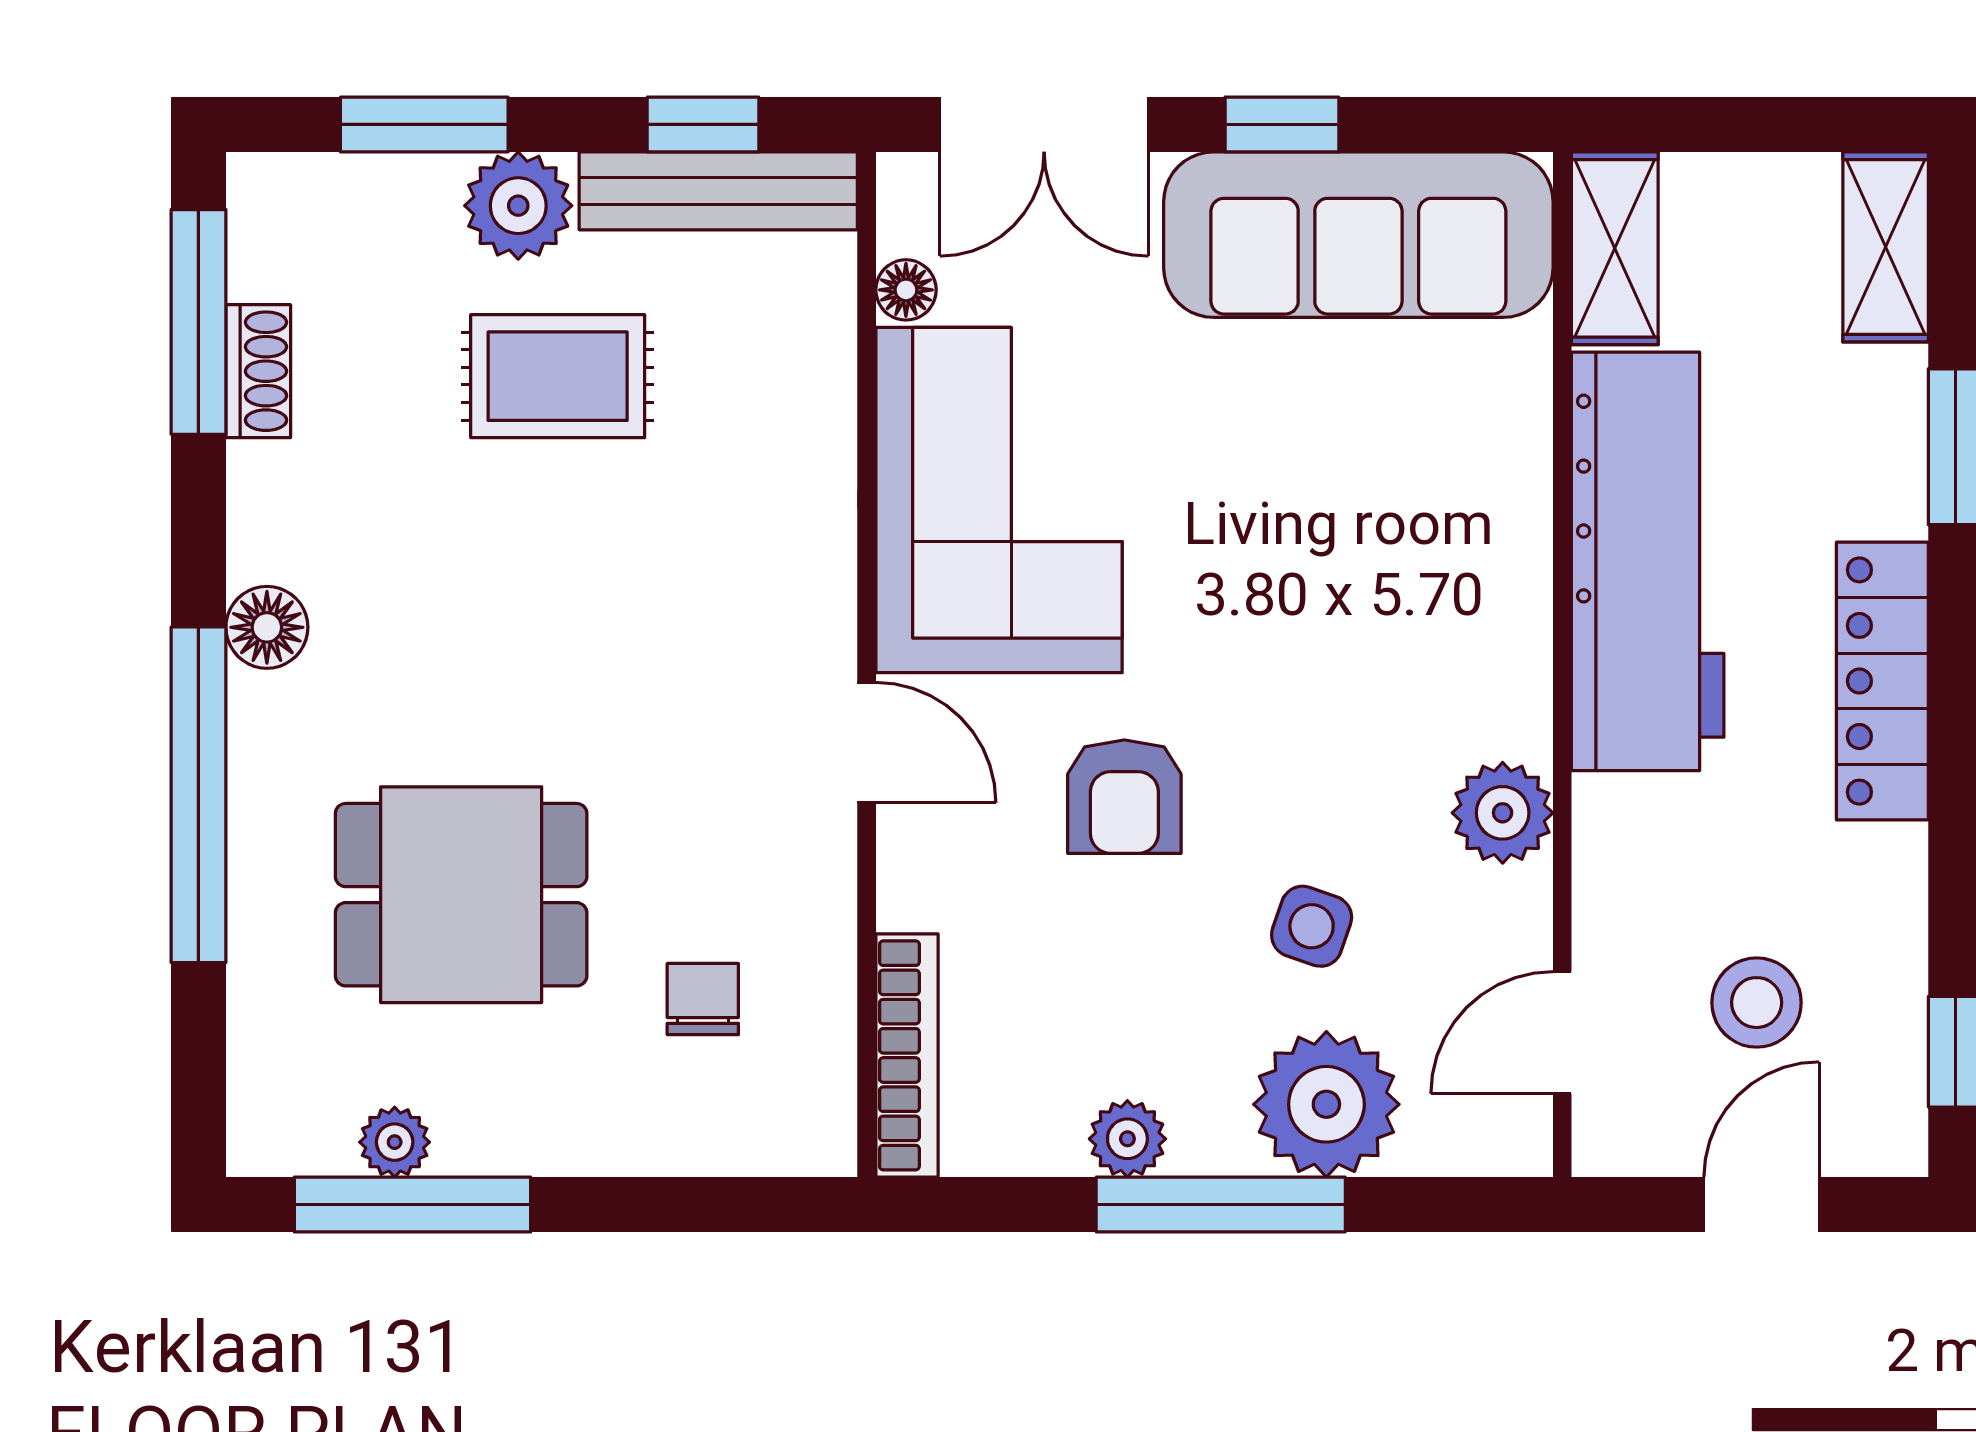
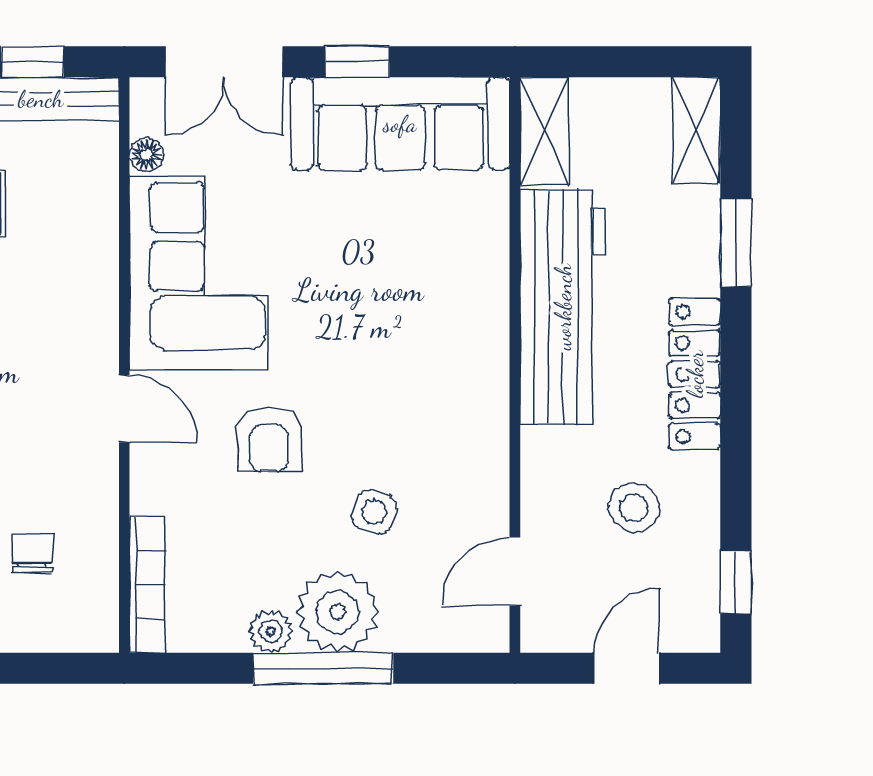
plant: (1503, 813) -> (481, 448), removed
stool: (1757, 1003) -> (634, 508), moved
plant: (1326, 1104) -> (337, 612), moved

